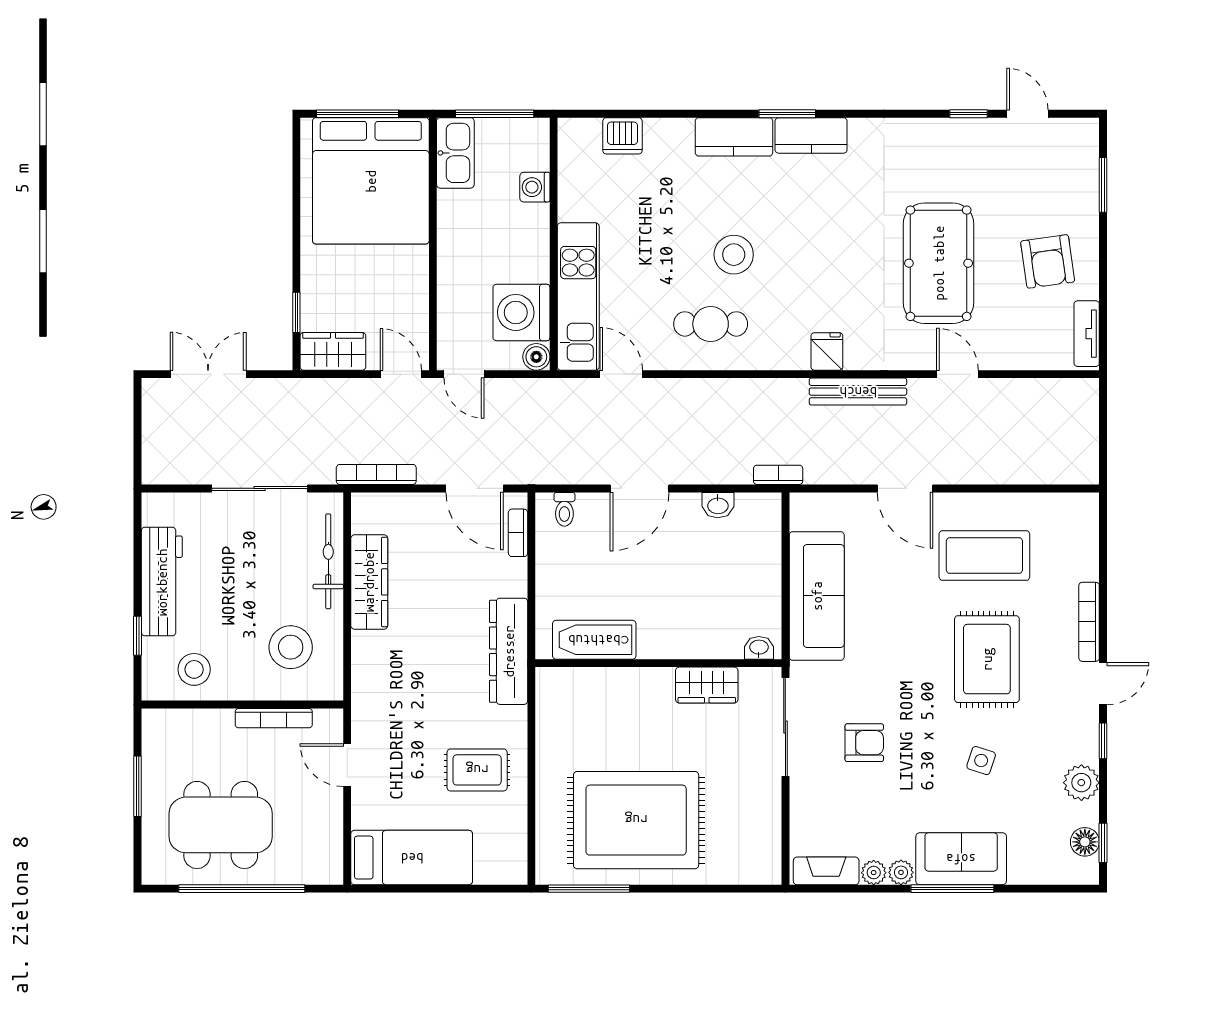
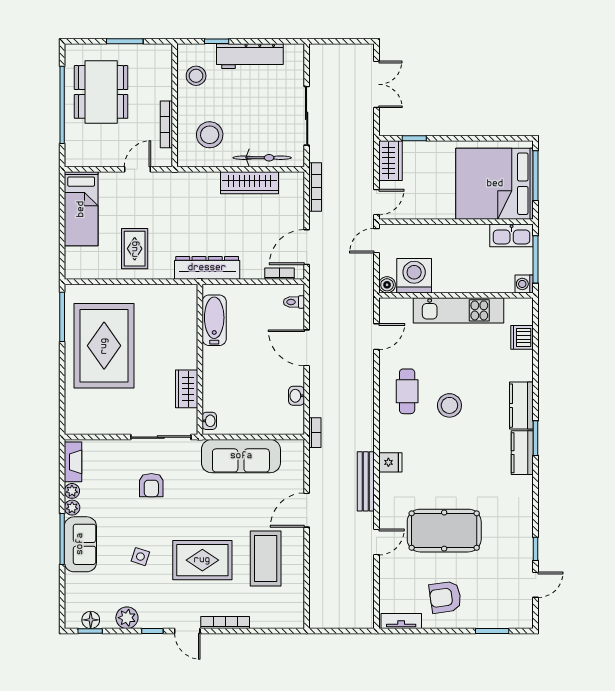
washing machine: (535, 187) -> (524, 284), moved, turned -90
kitchen unit: (578, 297) -> (459, 310), moved

